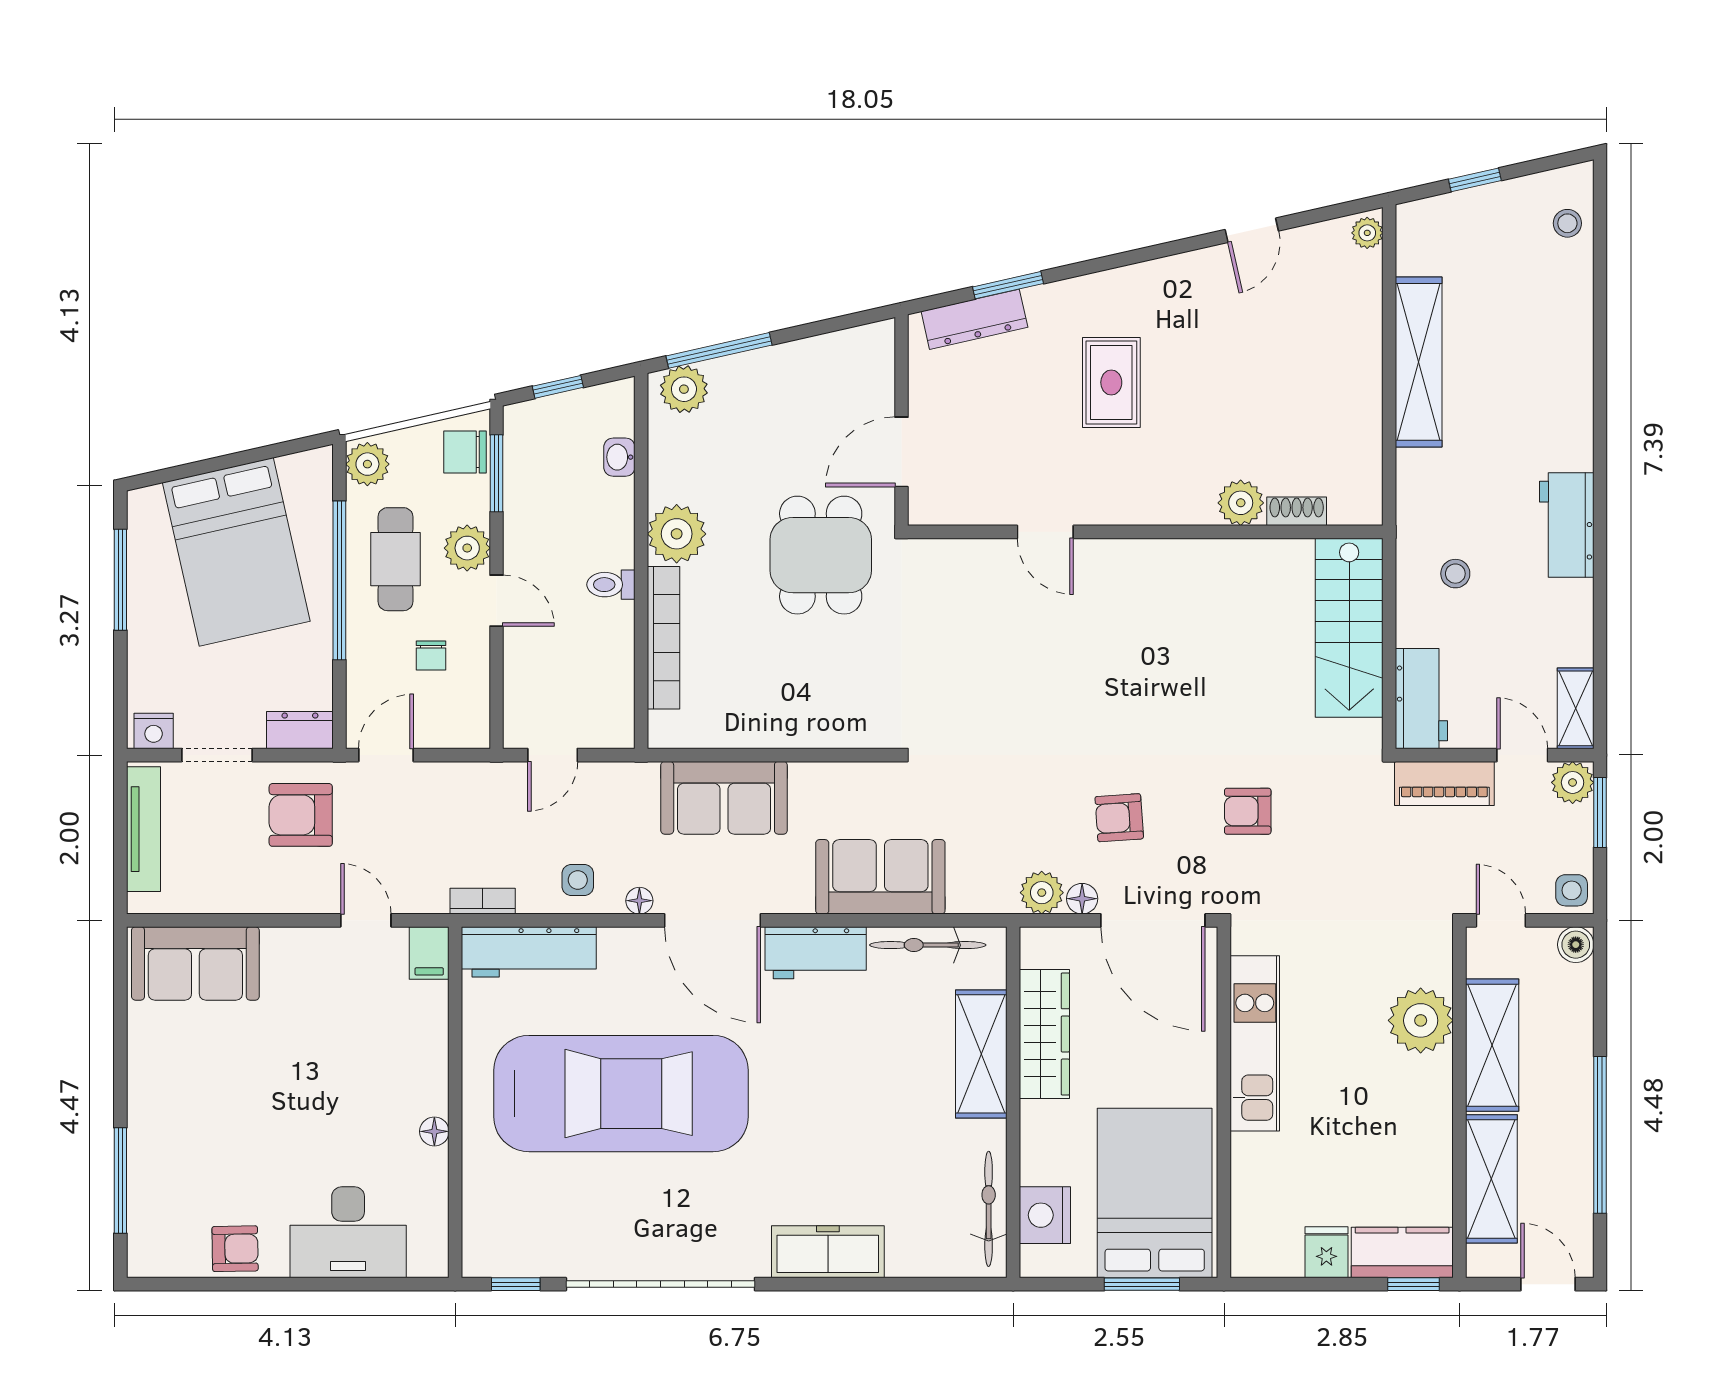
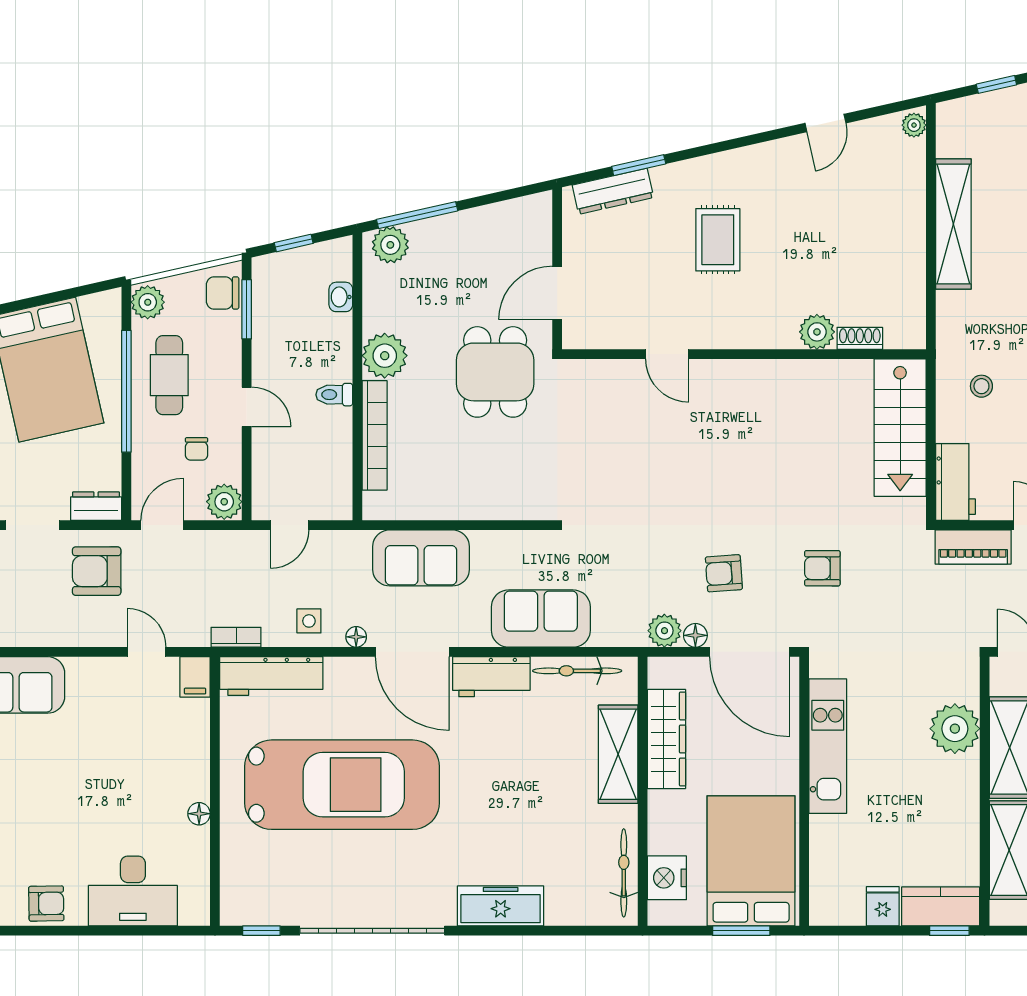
plant: (467, 548) -> (224, 502), moved

